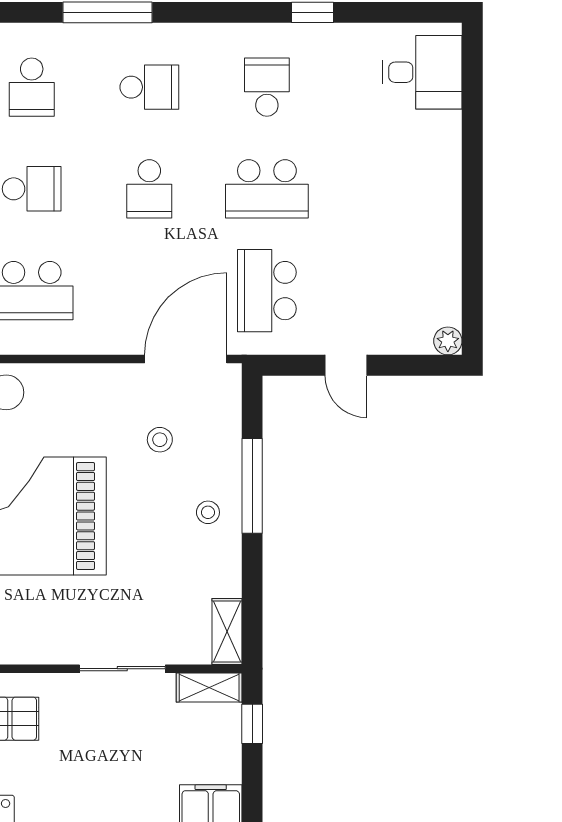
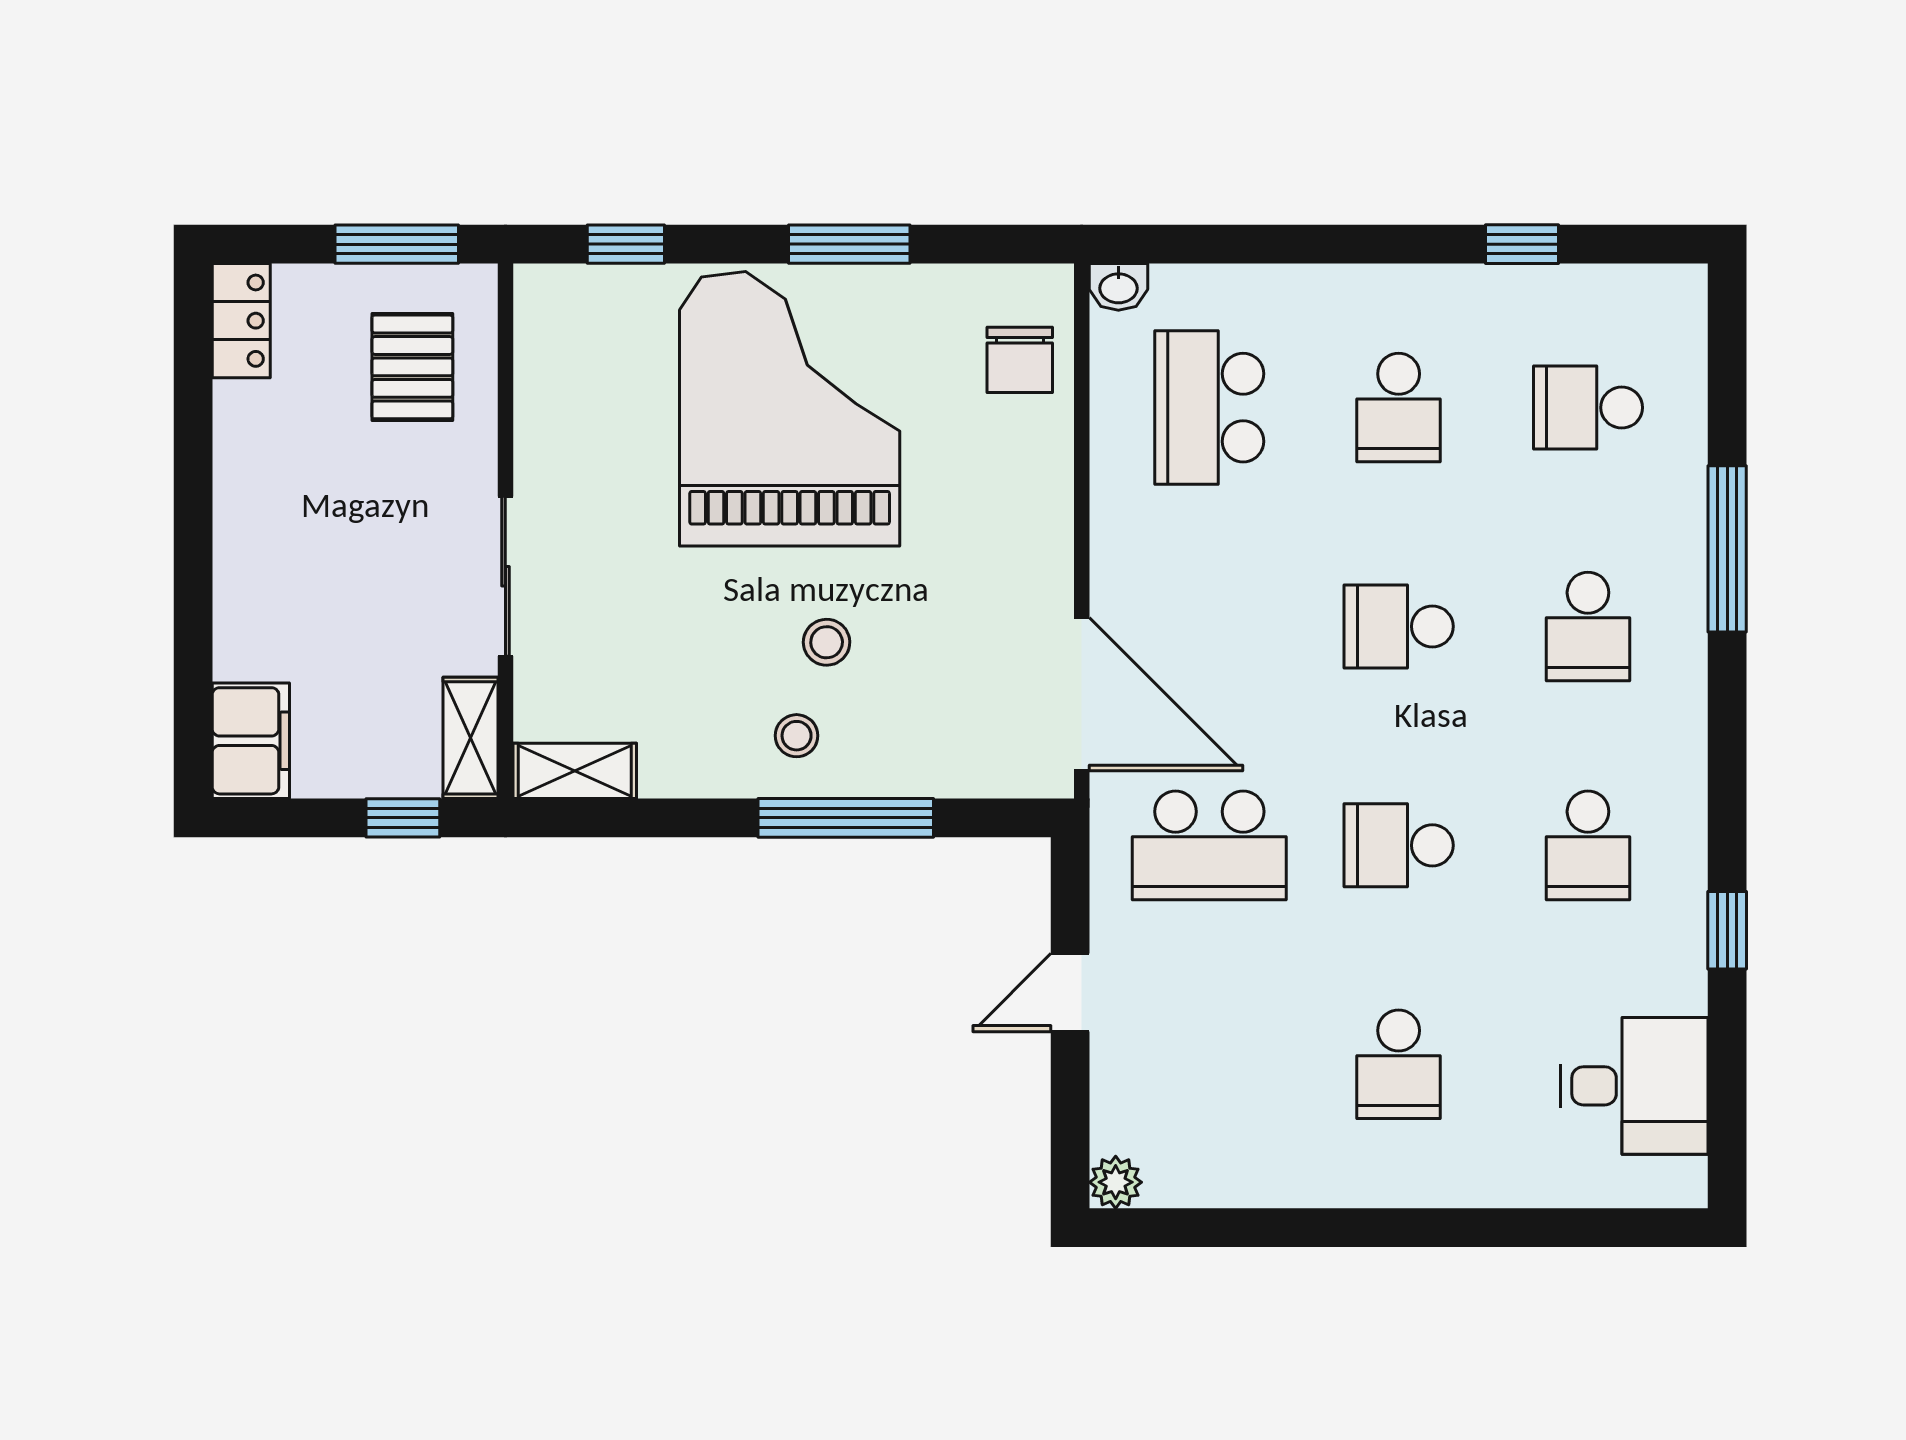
desk: (422, 72) -> (1634, 1086), moved, turned -90
school desk: (267, 87) -> (1588, 845), turned 90
school desk: (267, 189) -> (1399, 845), width x0.54
school desk: (384, 189) -> (1399, 1064), added
school desk: (267, 291) -> (1209, 845), turned 180
stool: (160, 440) -> (827, 642), moved

